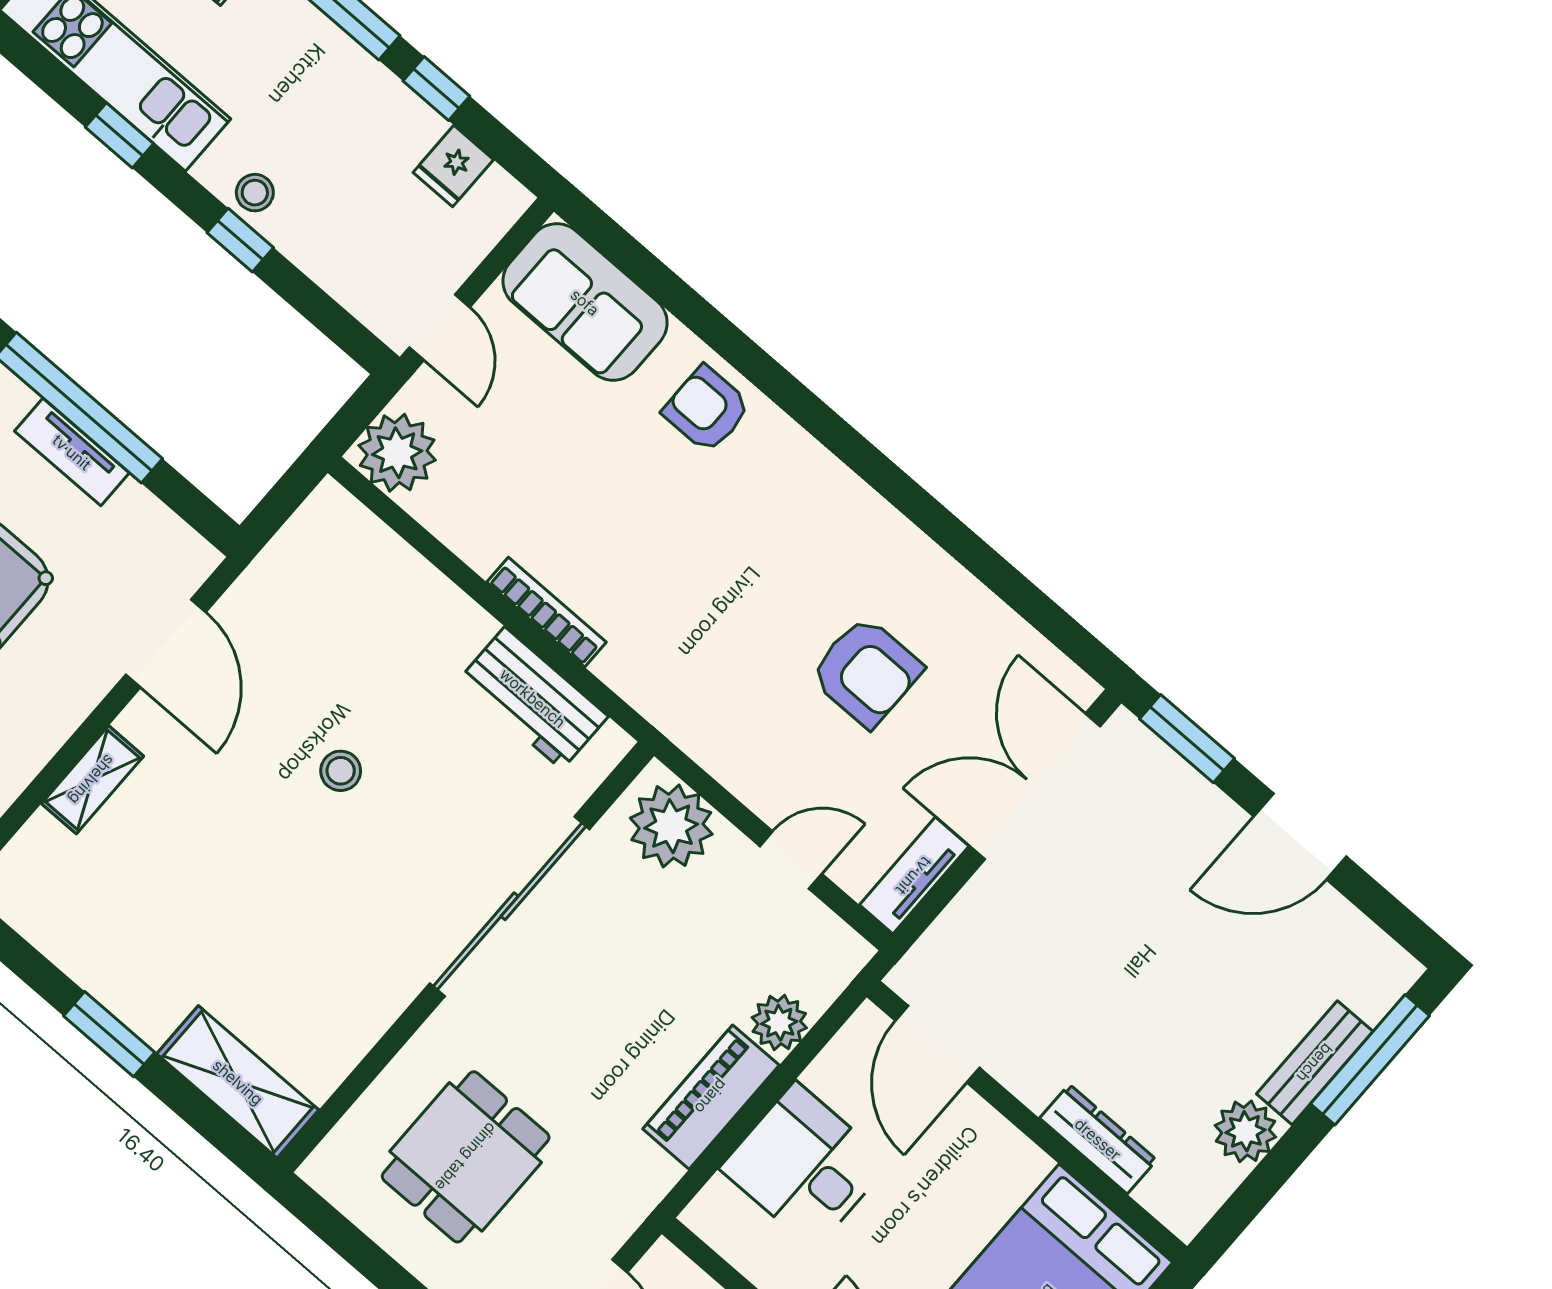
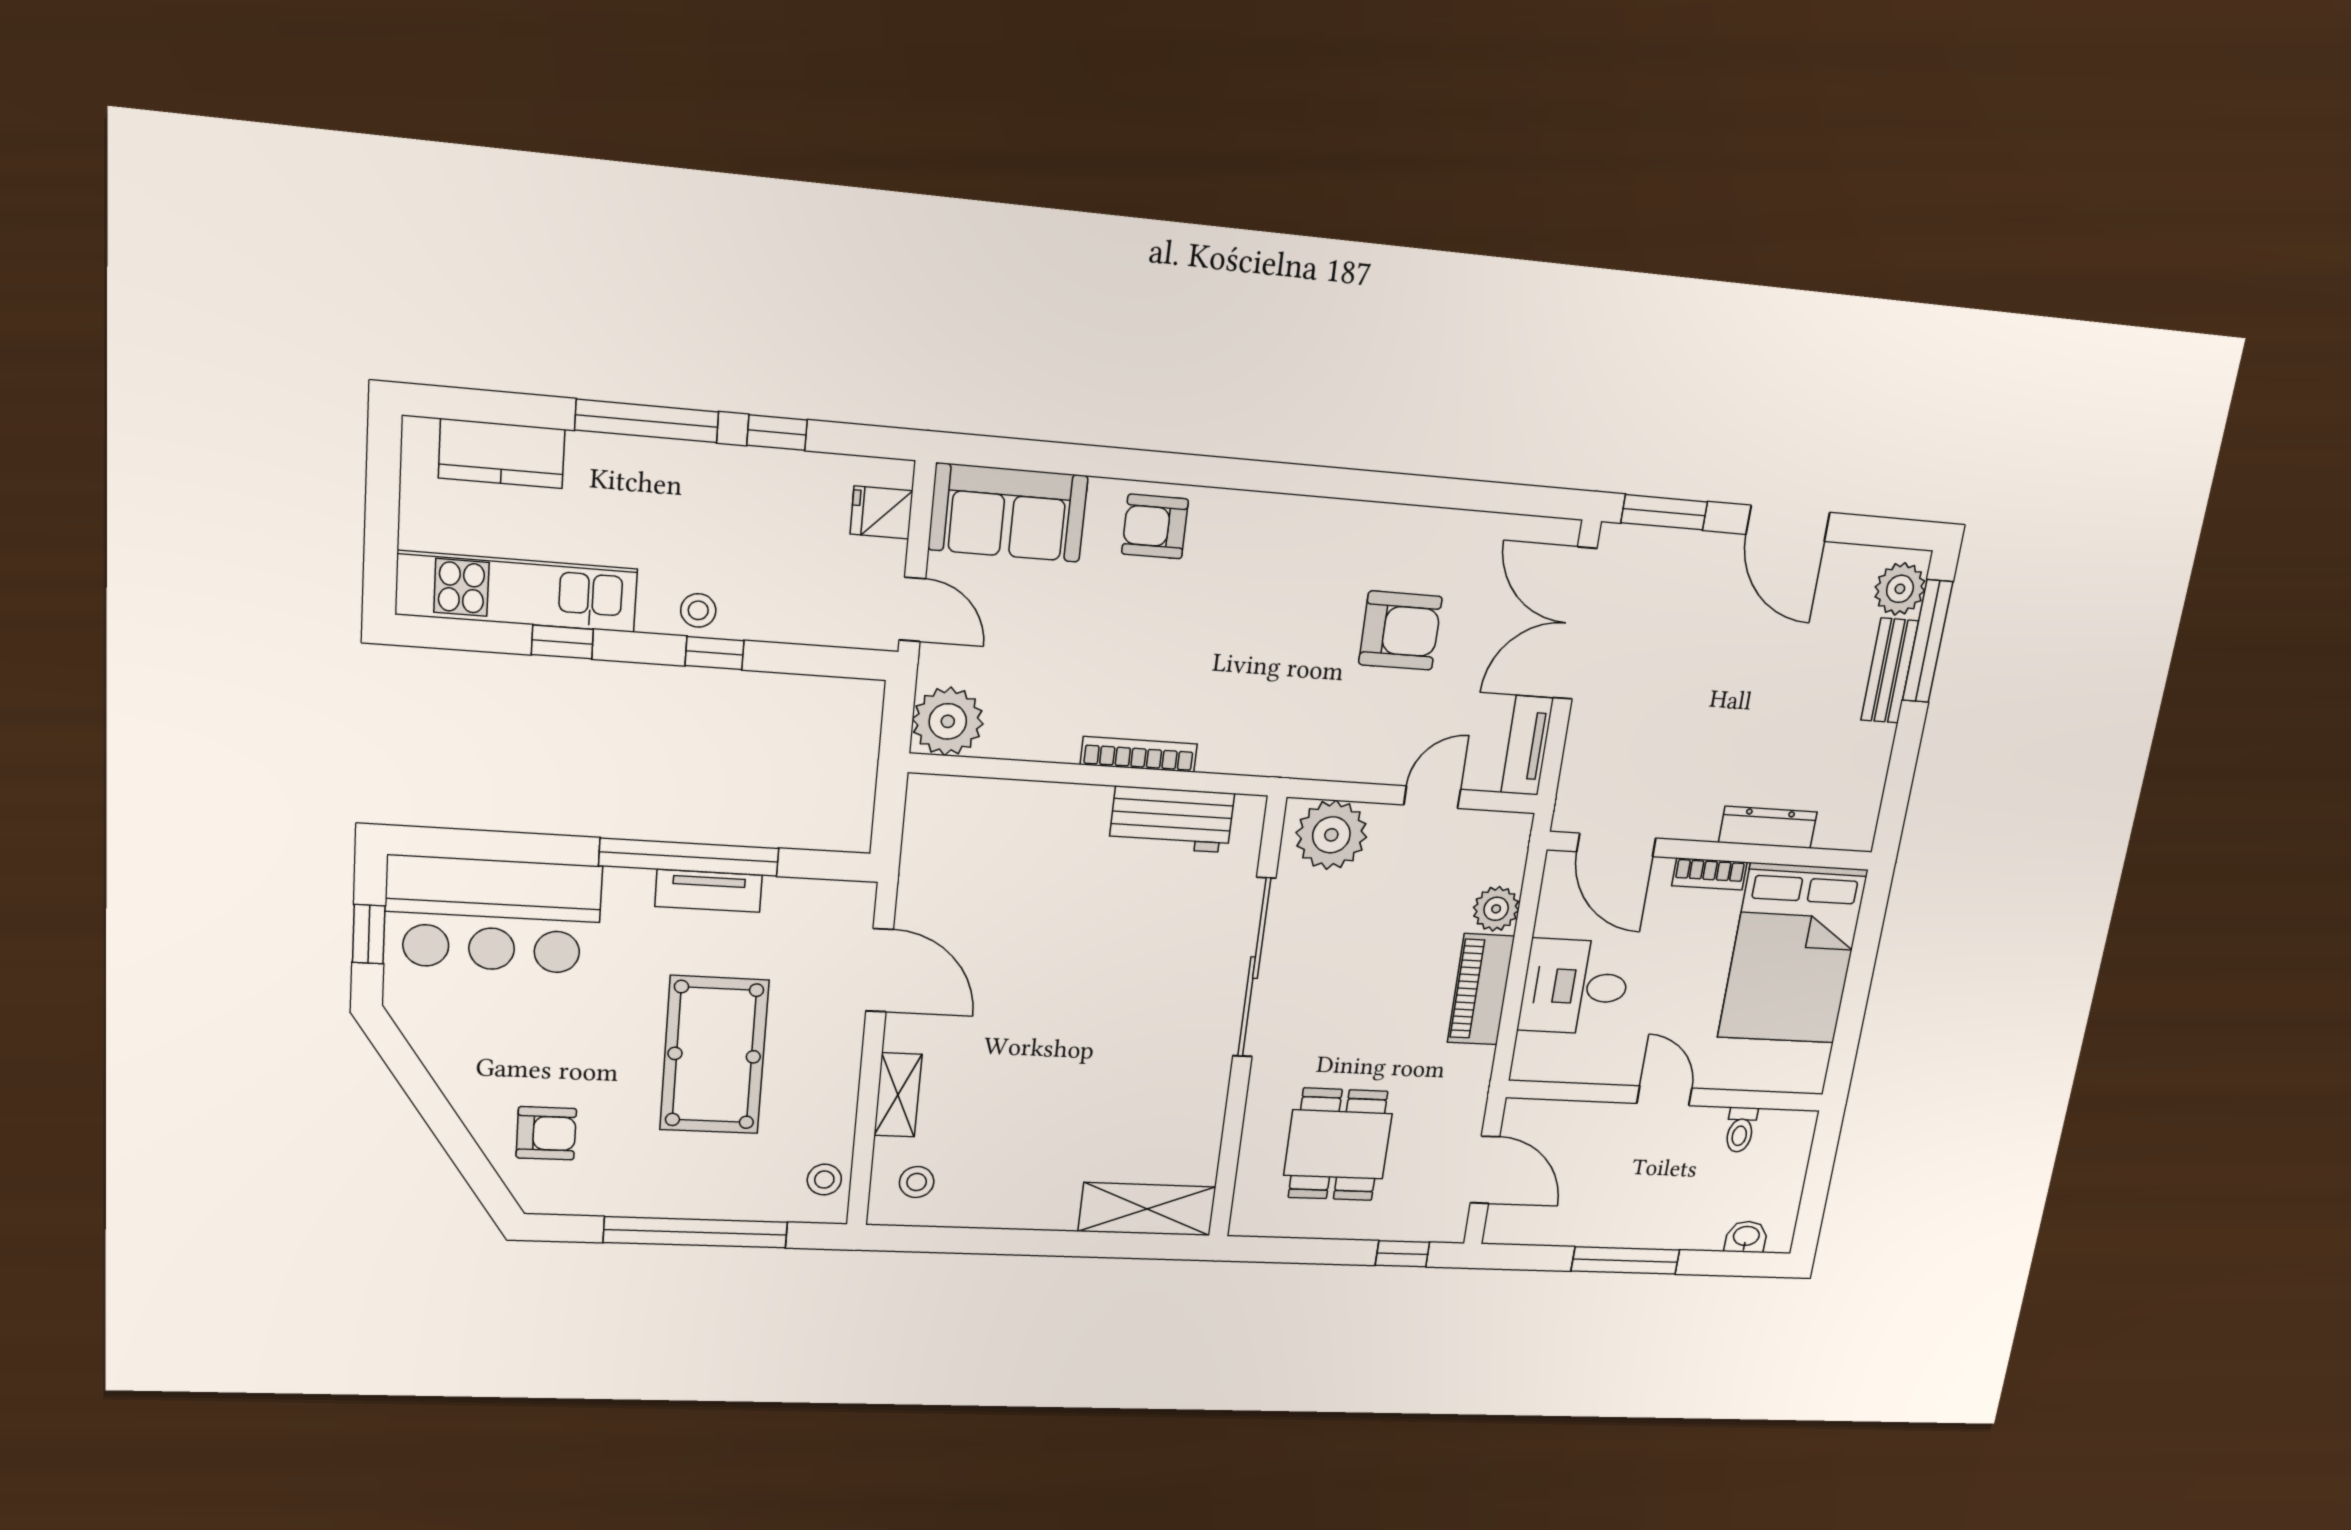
fridge: (453, 166) -> (882, 512), moved, turned 90
stool: (341, 771) -> (917, 1182), moved
door: (1300, 837) -> (1788, 523), hinge flipped
window: (109, 1034) -> (1036, 1243), removed
plant: (1245, 1131) -> (1900, 589), moved
bookcase: (1011, 1145) -> (1709, 874), added

